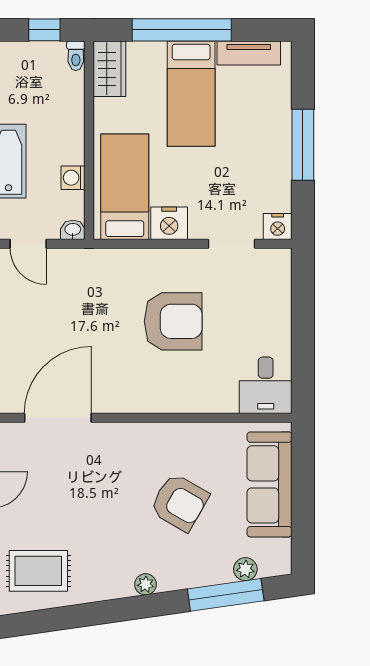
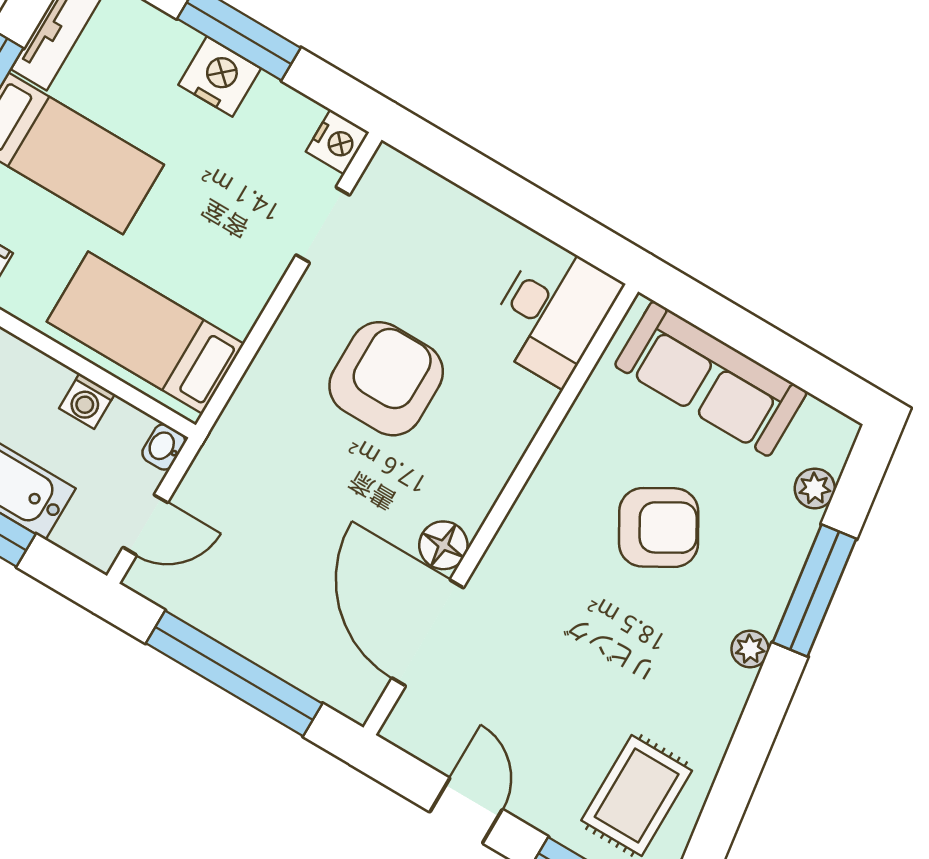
nightstand: (169, 223) -> (220, 77), moved, turned -90
desk: (266, 385) -> (553, 312), width x1.37
floor lamp: (107, 400) -> (443, 545), added
armchair: (179, 502) -> (659, 527), turned 30
window: (226, 595) -> (815, 591), moved

